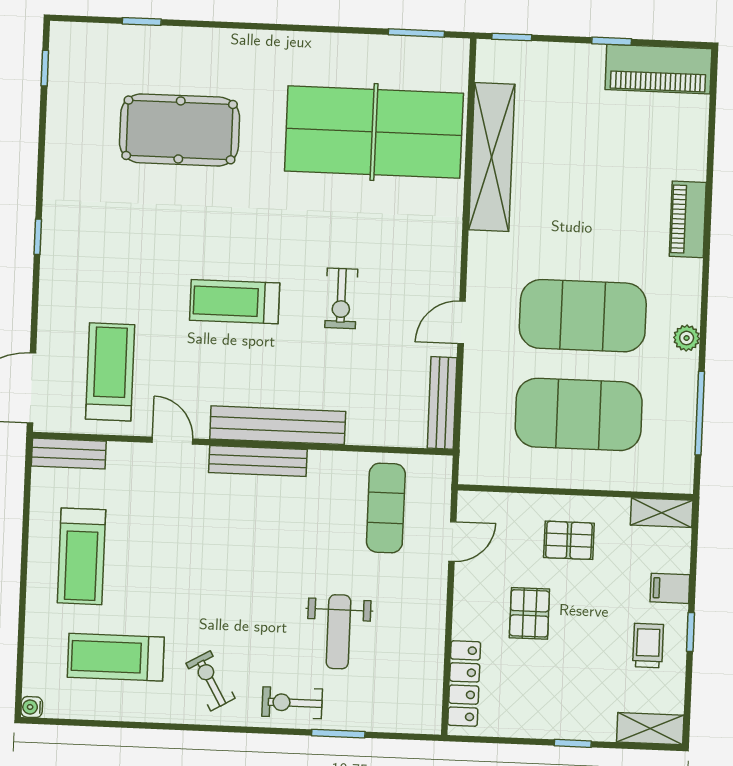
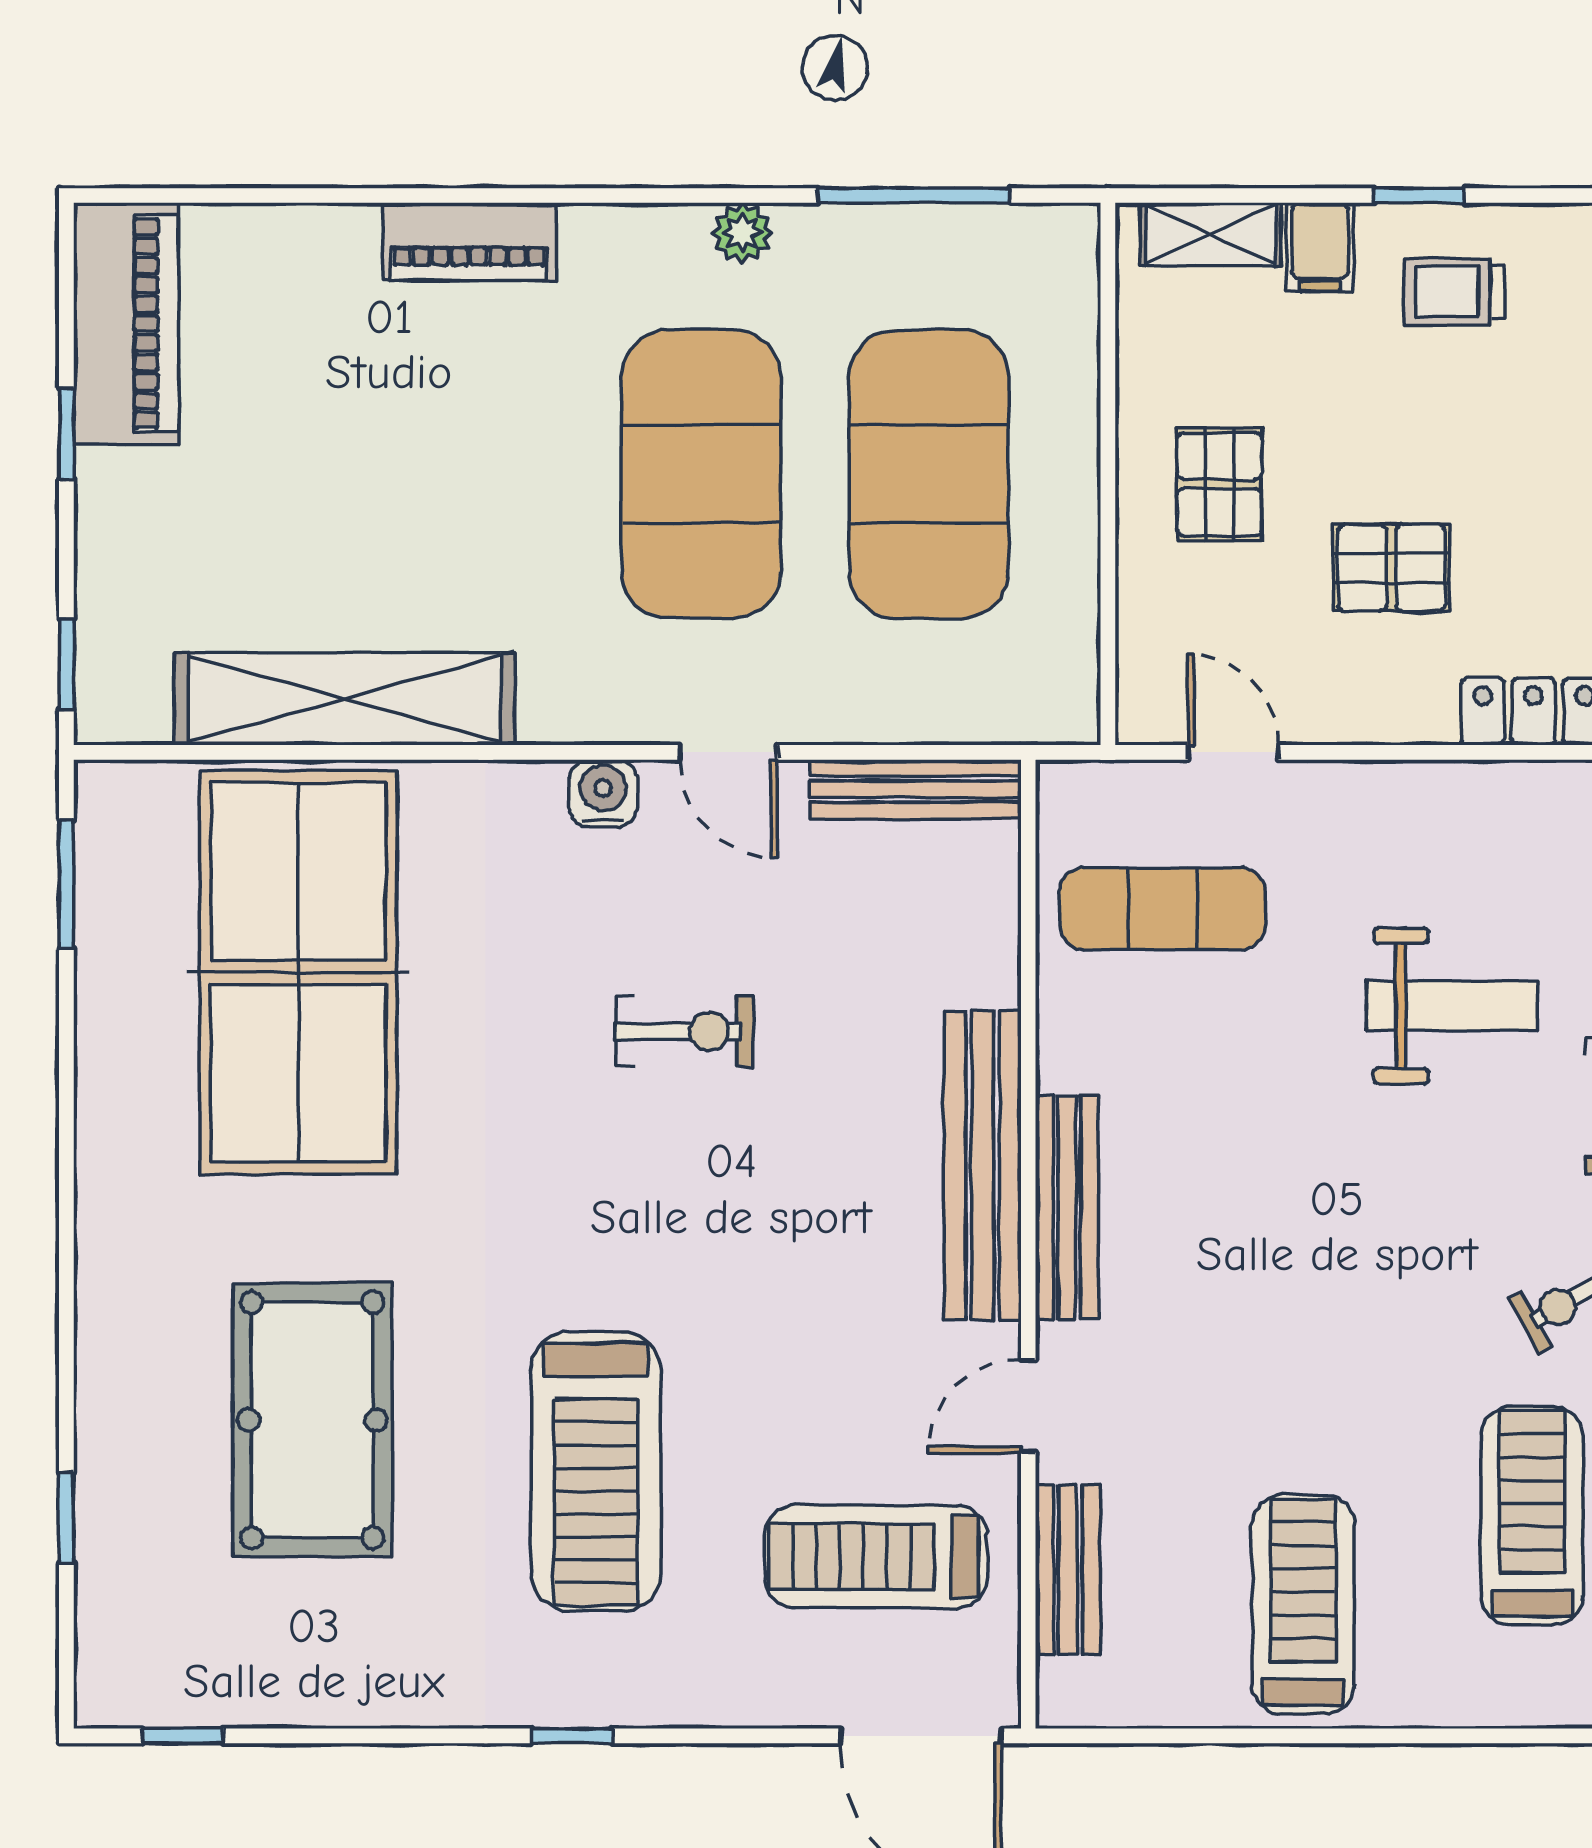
water cooler: (446, 267) -> (603, 793), added
treadmill: (235, 302) -> (596, 1471), moved, width x1.37, depth x1.38
bench: (69, 454) -> (1068, 1570), moved
shelving: (662, 513) -> (1211, 234), moved, turned 90
treadmill: (81, 556) -> (1303, 1605), turned -90
treadmill: (116, 657) -> (1532, 1516), turned 180

